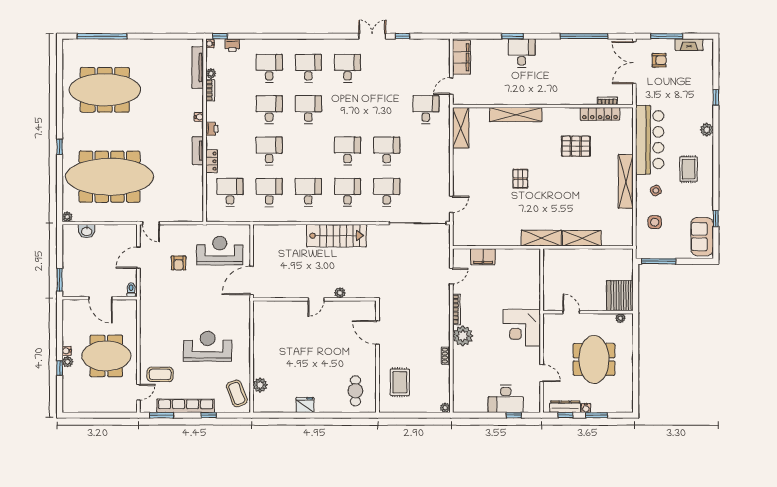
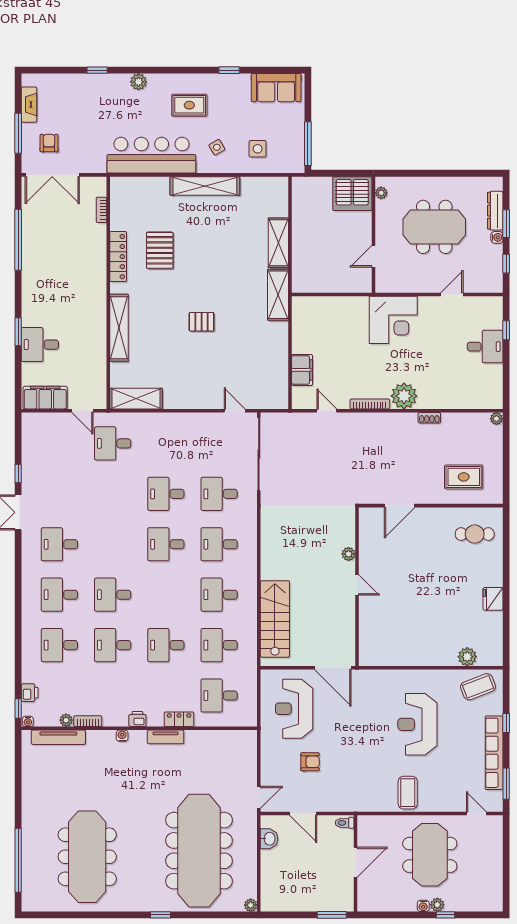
desk: (522, 53) -> (40, 345), moved
locker: (600, 114) -> (118, 257), moved
window: (716, 218) -> (229, 70), moved
washbasin: (87, 231) -> (269, 839), moved
stairs: (336, 236) -> (275, 619), moved
coffee table: (160, 374) -> (408, 793), moved
desk: (506, 399) -> (485, 347), width x0.73
dresser: (565, 407) -> (495, 211), moved

